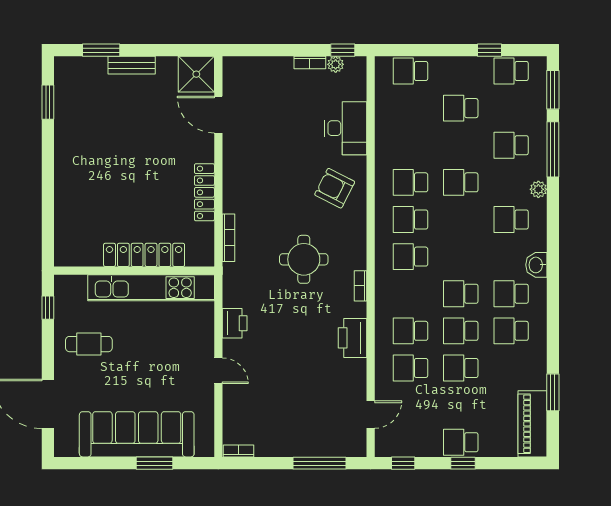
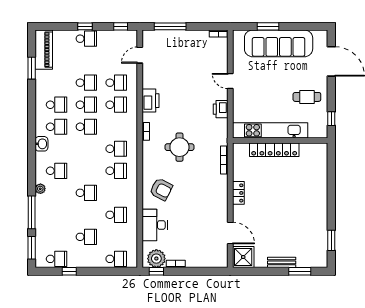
plant: (336, 64) -> (156, 259), width x1.87, depth x1.87
school desk: (511, 145) -> (57, 215), removed
school desk: (411, 182) -> (116, 215), moved
locker: (204, 192) -> (238, 193), width x0.66

